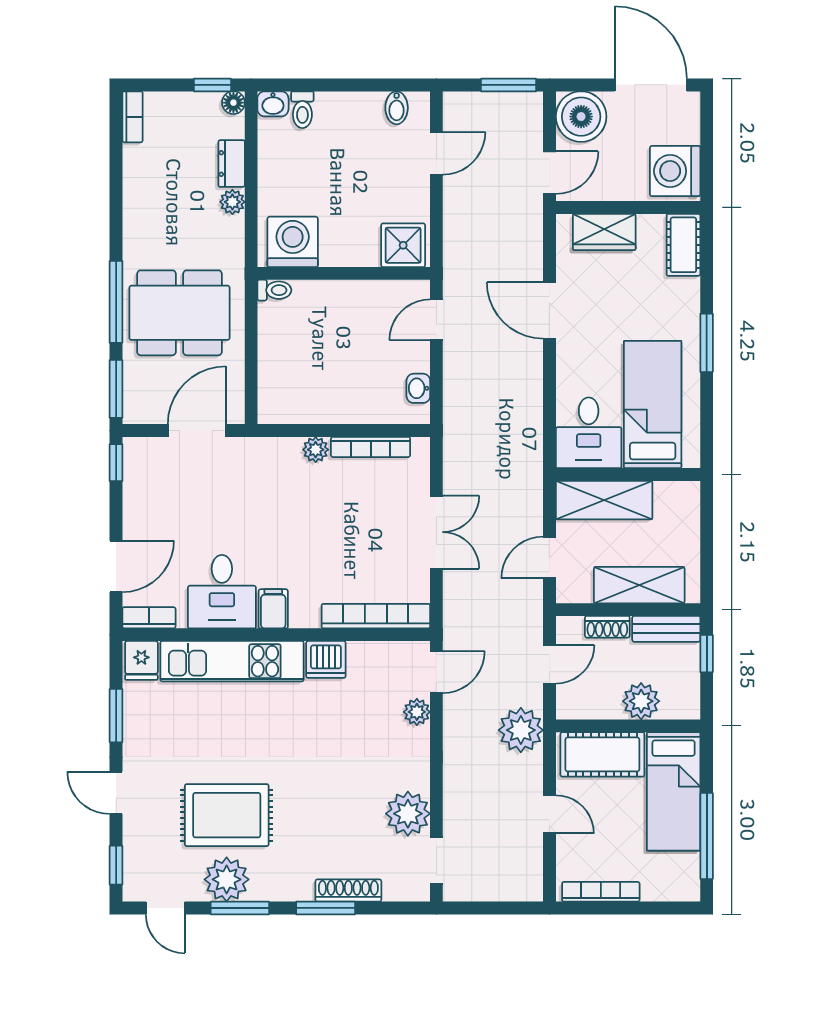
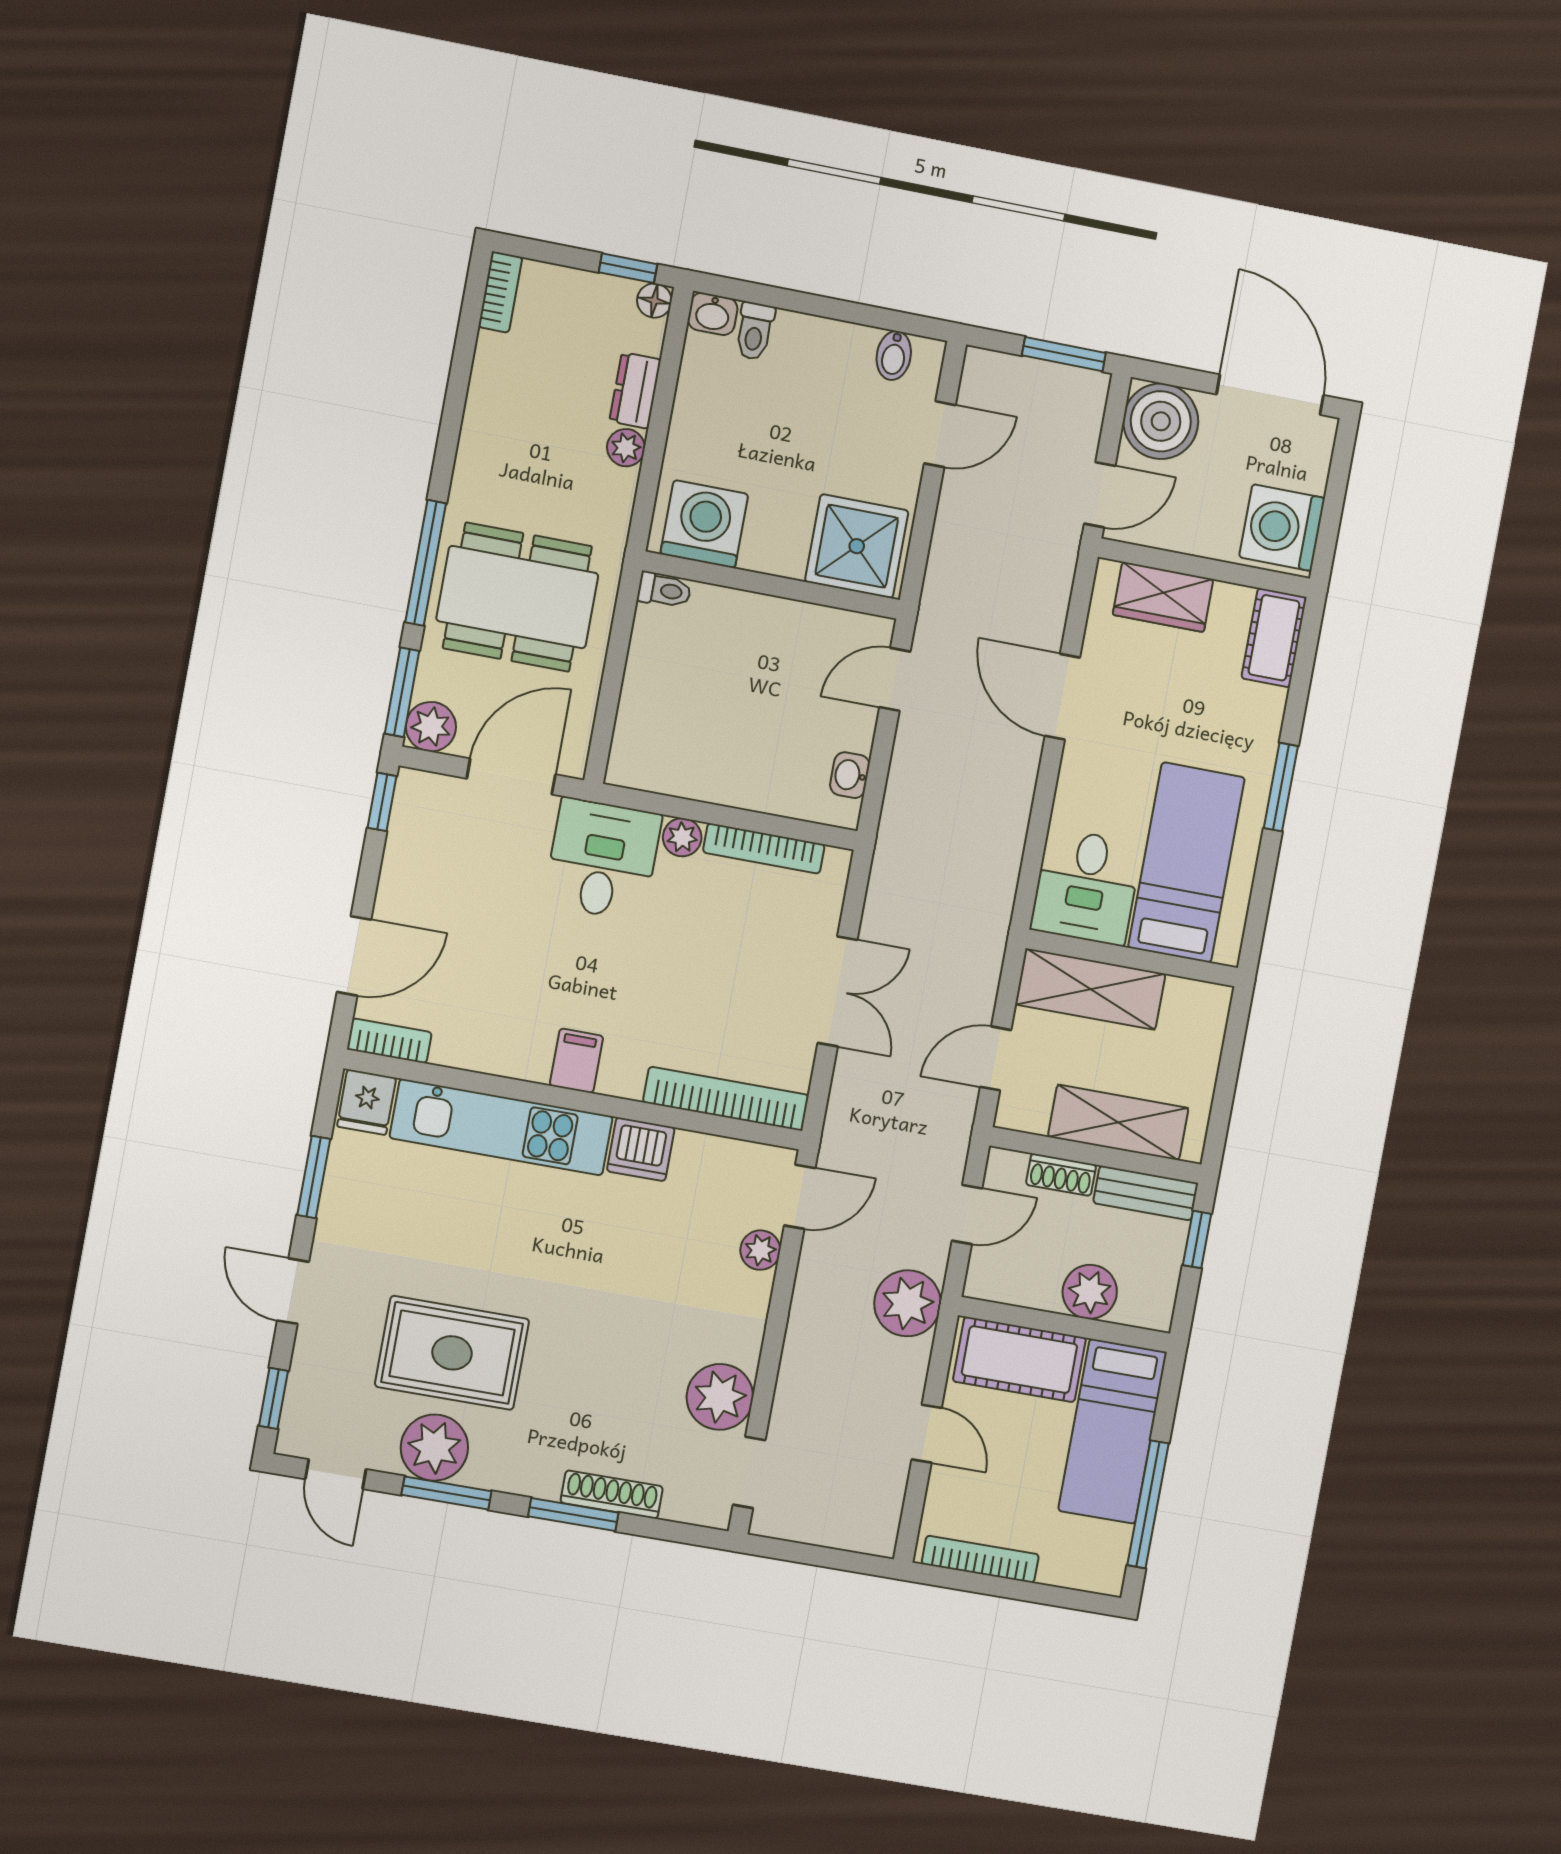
shower: (403, 245) -> (857, 546), width x1.36, depth x1.36
plant: (139, 408) -> (431, 727), added
desk: (222, 592) -> (603, 859), moved, turned 180

